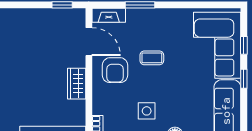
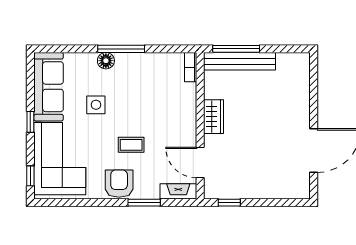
window: (244, 45) -> (30, 176), moved
armchair: (115, 70) -> (119, 184), moved
side table: (147, 111) -> (96, 105), moved

